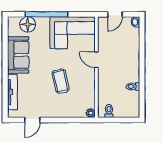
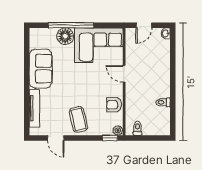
floor lamp: (28, 24) -> (65, 36), moved
coffee table: (61, 81) -> (78, 119), moved
armchair: (87, 89) -> (114, 105), added
door: (32, 120) -> (56, 138), hinge flipped
window: (83, 120) -> (110, 138), added

